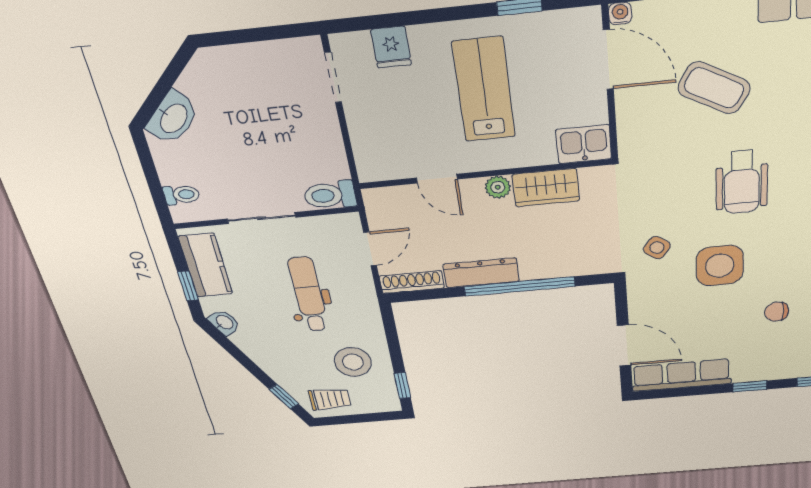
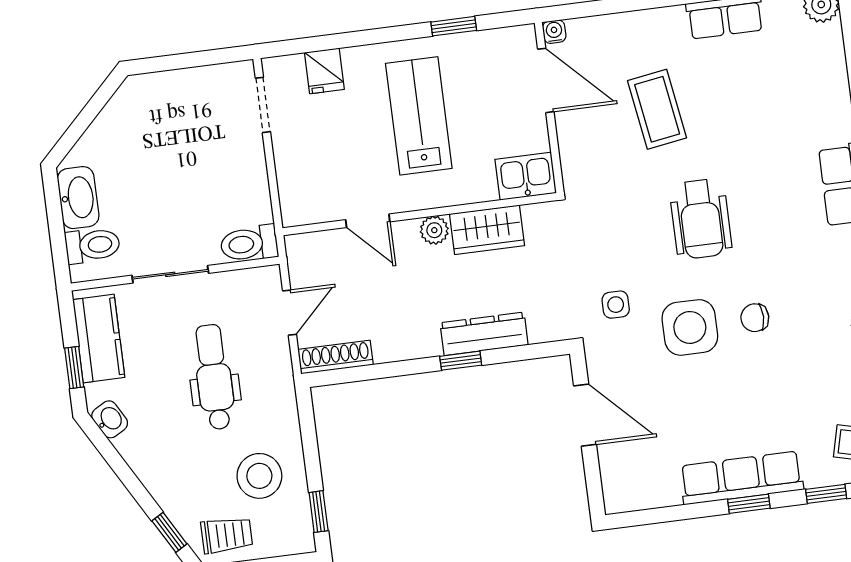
coffee table: (714, 88) -> (657, 109), turned 52
washbasin: (173, 118) -> (78, 198), moved, turned -45
toilet: (182, 195) -> (93, 245), width x1.37, depth x1.39
side table: (657, 248) -> (616, 305), turned -36
dresser: (481, 273) -> (484, 334), moved
window: (519, 286) -> (461, 361), width x0.32
chair: (777, 312) -> (755, 318), moved
door: (624, 346) -> (585, 415), moved
row of seats: (681, 375) -> (741, 478), moved

